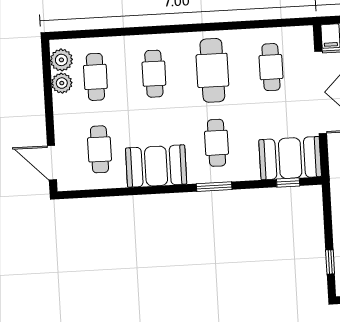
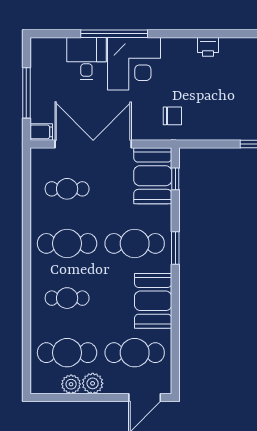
plant: (61, 60) -> (93, 383), moved
cafe table: (95, 77) -> (67, 353), width x1.37, depth x1.35
cafe table: (216, 143) -> (135, 243), width x1.37, depth x1.35
cafe table: (99, 149) -> (135, 353), width x1.37, depth x1.35

